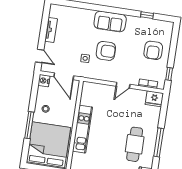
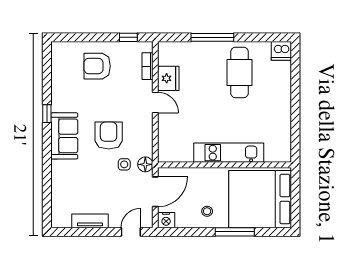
window: (147, 15) -> (47, 114), moved
armchair: (153, 50) -> (97, 66), turned 180
floor lamp: (83, 72) -> (145, 164), added
fridge: (154, 99) -> (168, 78), moved
window: (159, 142) -> (212, 37), moved
cafe table: (135, 144) -> (240, 72), turned 90

